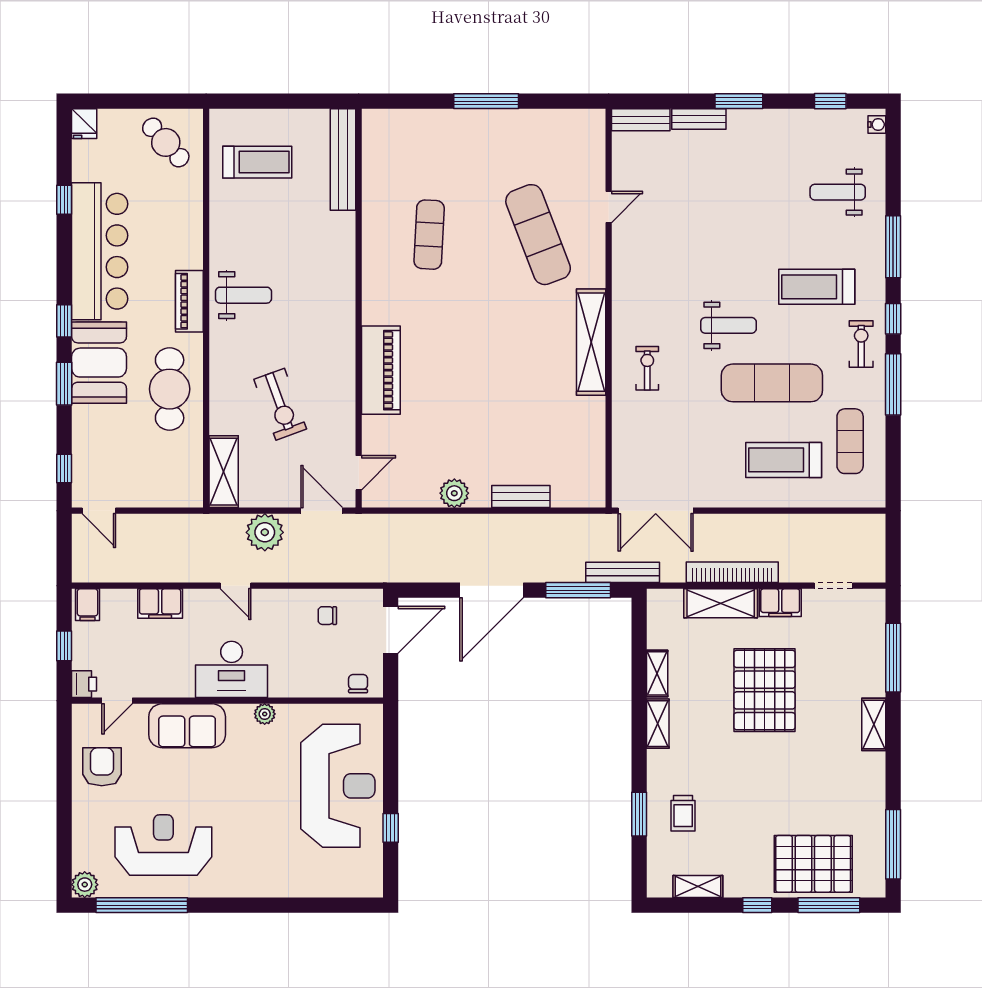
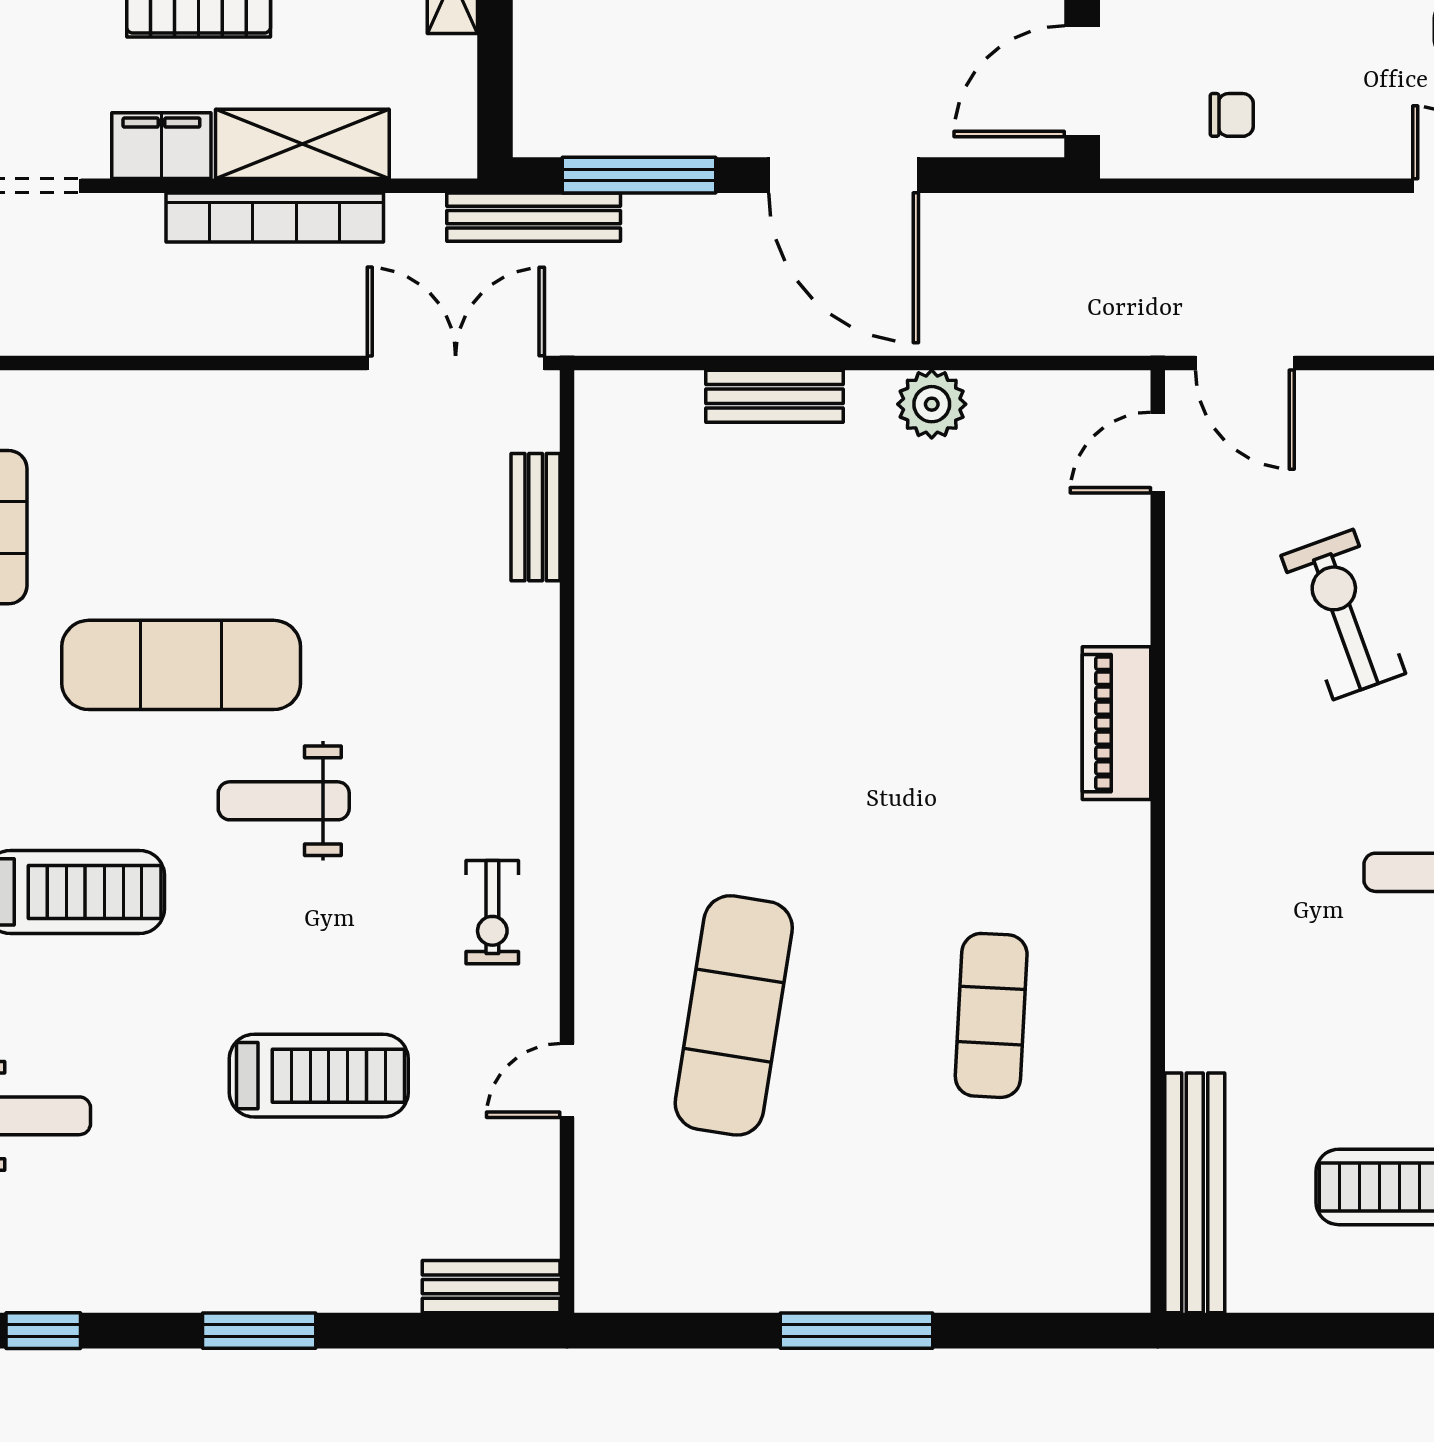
bench: (699, 119) -> (536, 517), moved, turned 90
exercise mat: (538, 235) -> (734, 1015), turned 30
shelving: (591, 342) -> (608, 761), removed
exercise bike: (647, 368) -> (492, 912), moved
piano: (381, 370) -> (1117, 723), width x0.73, depth x0.75
treadmill: (784, 460) -> (319, 1076), moved
plant: (265, 532) -> (1380, 312), removed
door: (492, 590) -> (844, 175), swing flipped

